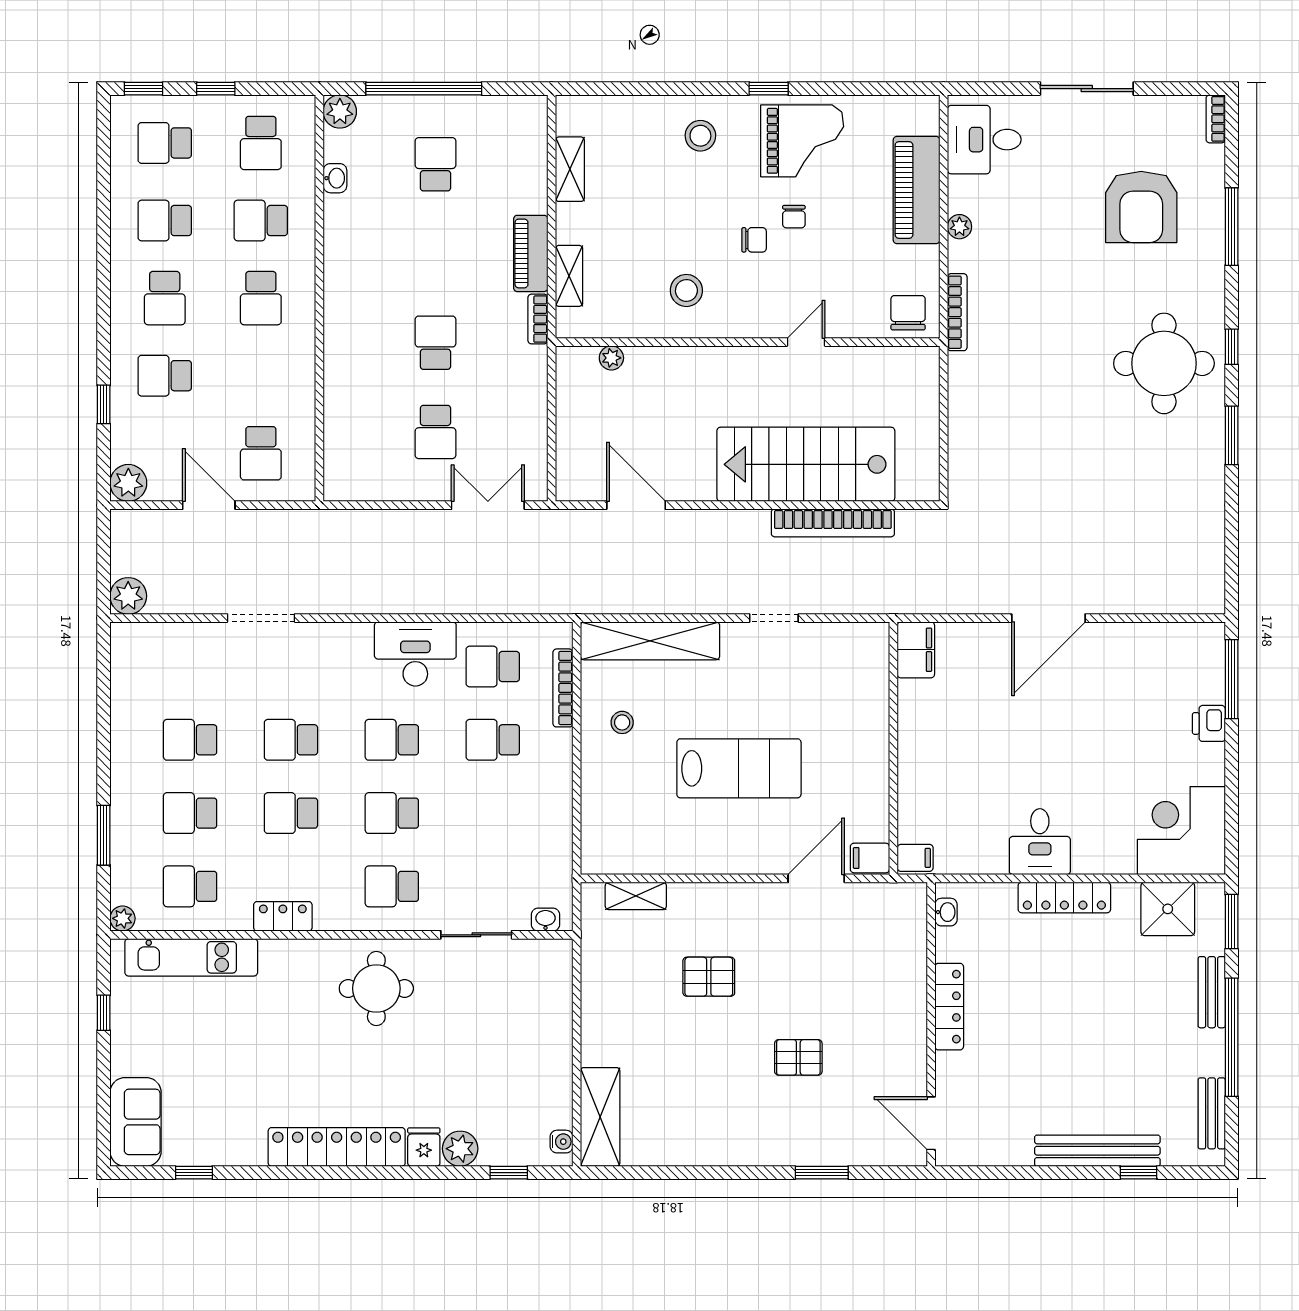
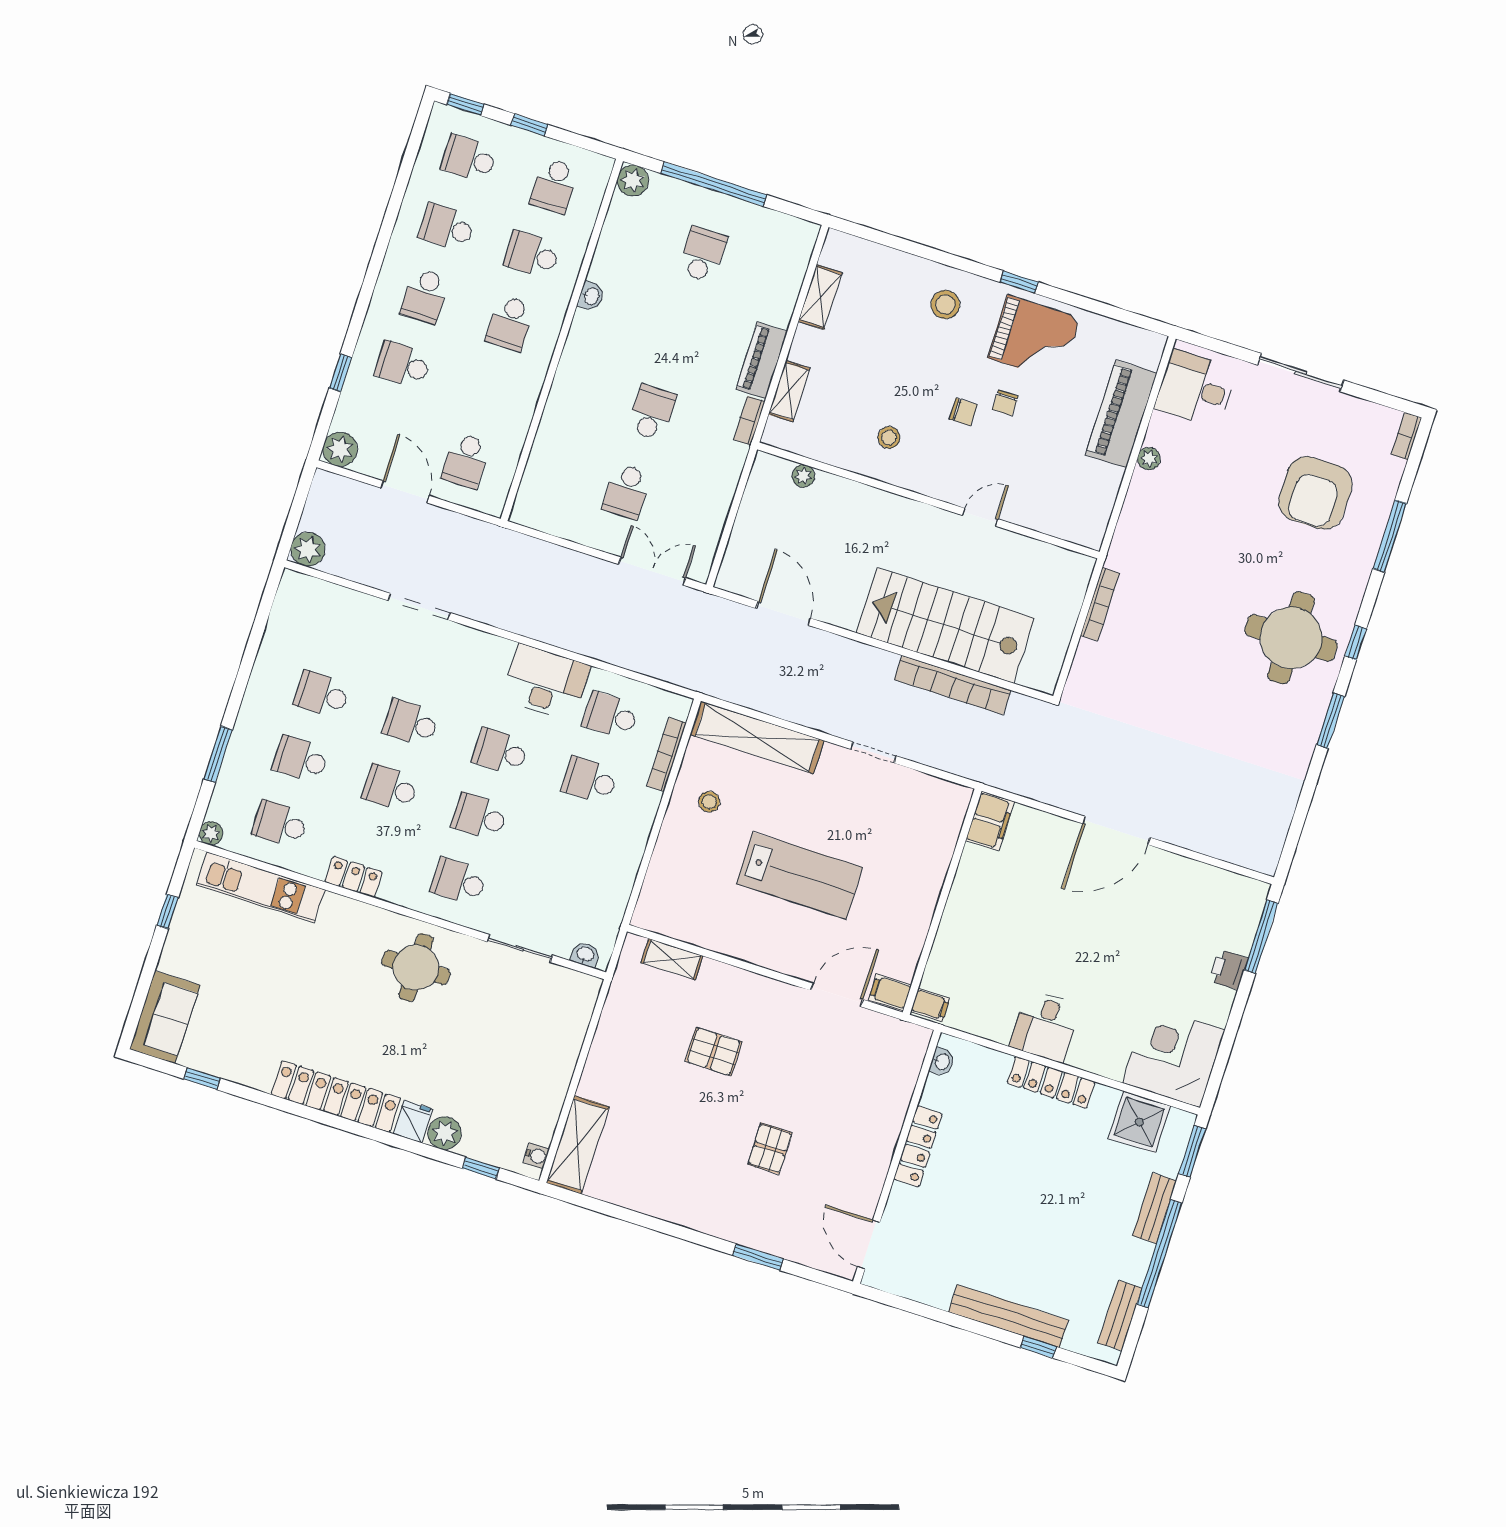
washbasin: (335, 178) -> (591, 296), moved
stool: (686, 290) -> (889, 438), width x0.73, depth x0.73
bookcase: (957, 312) -> (1100, 604), moved
chair: (908, 313) -> (1079, 520), removed
pallet: (798, 1057) -> (770, 1148), turned 90

